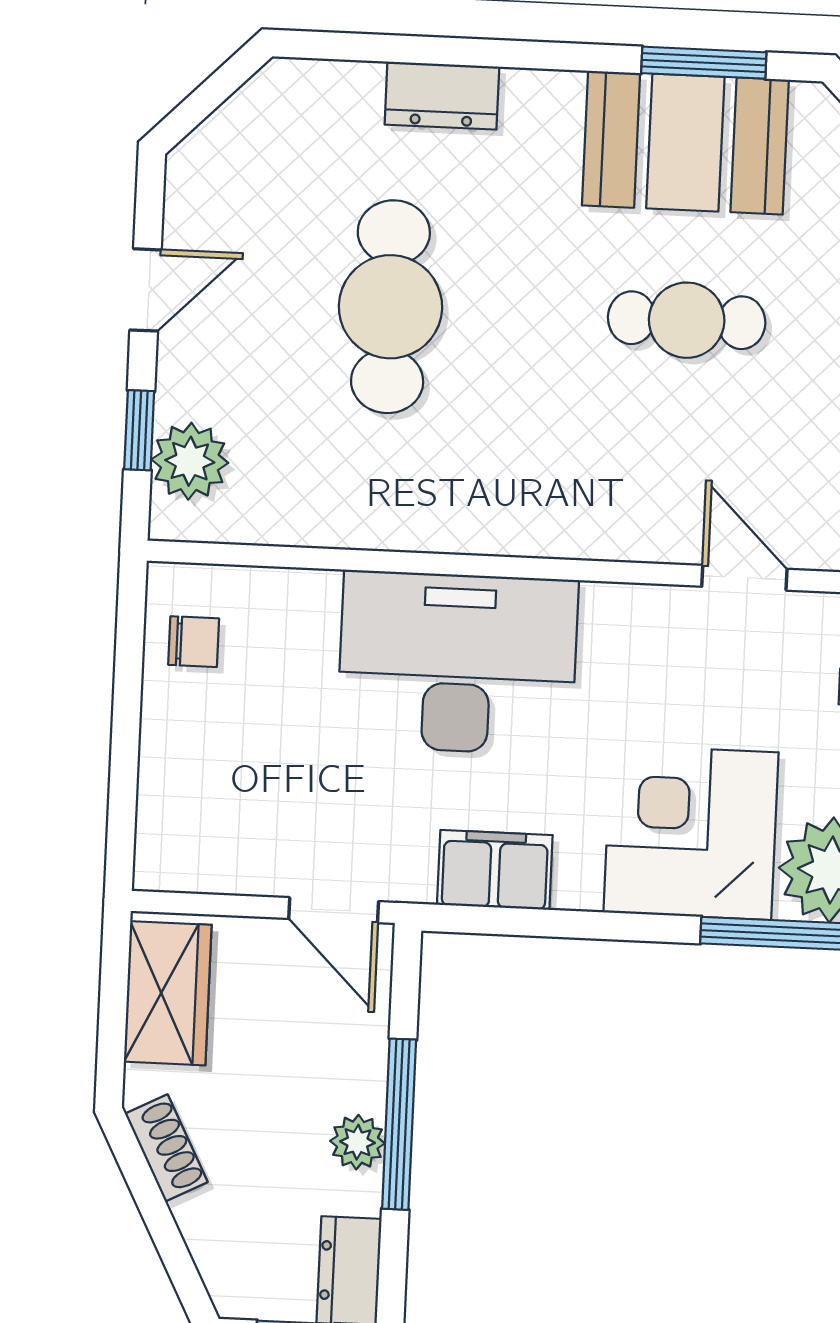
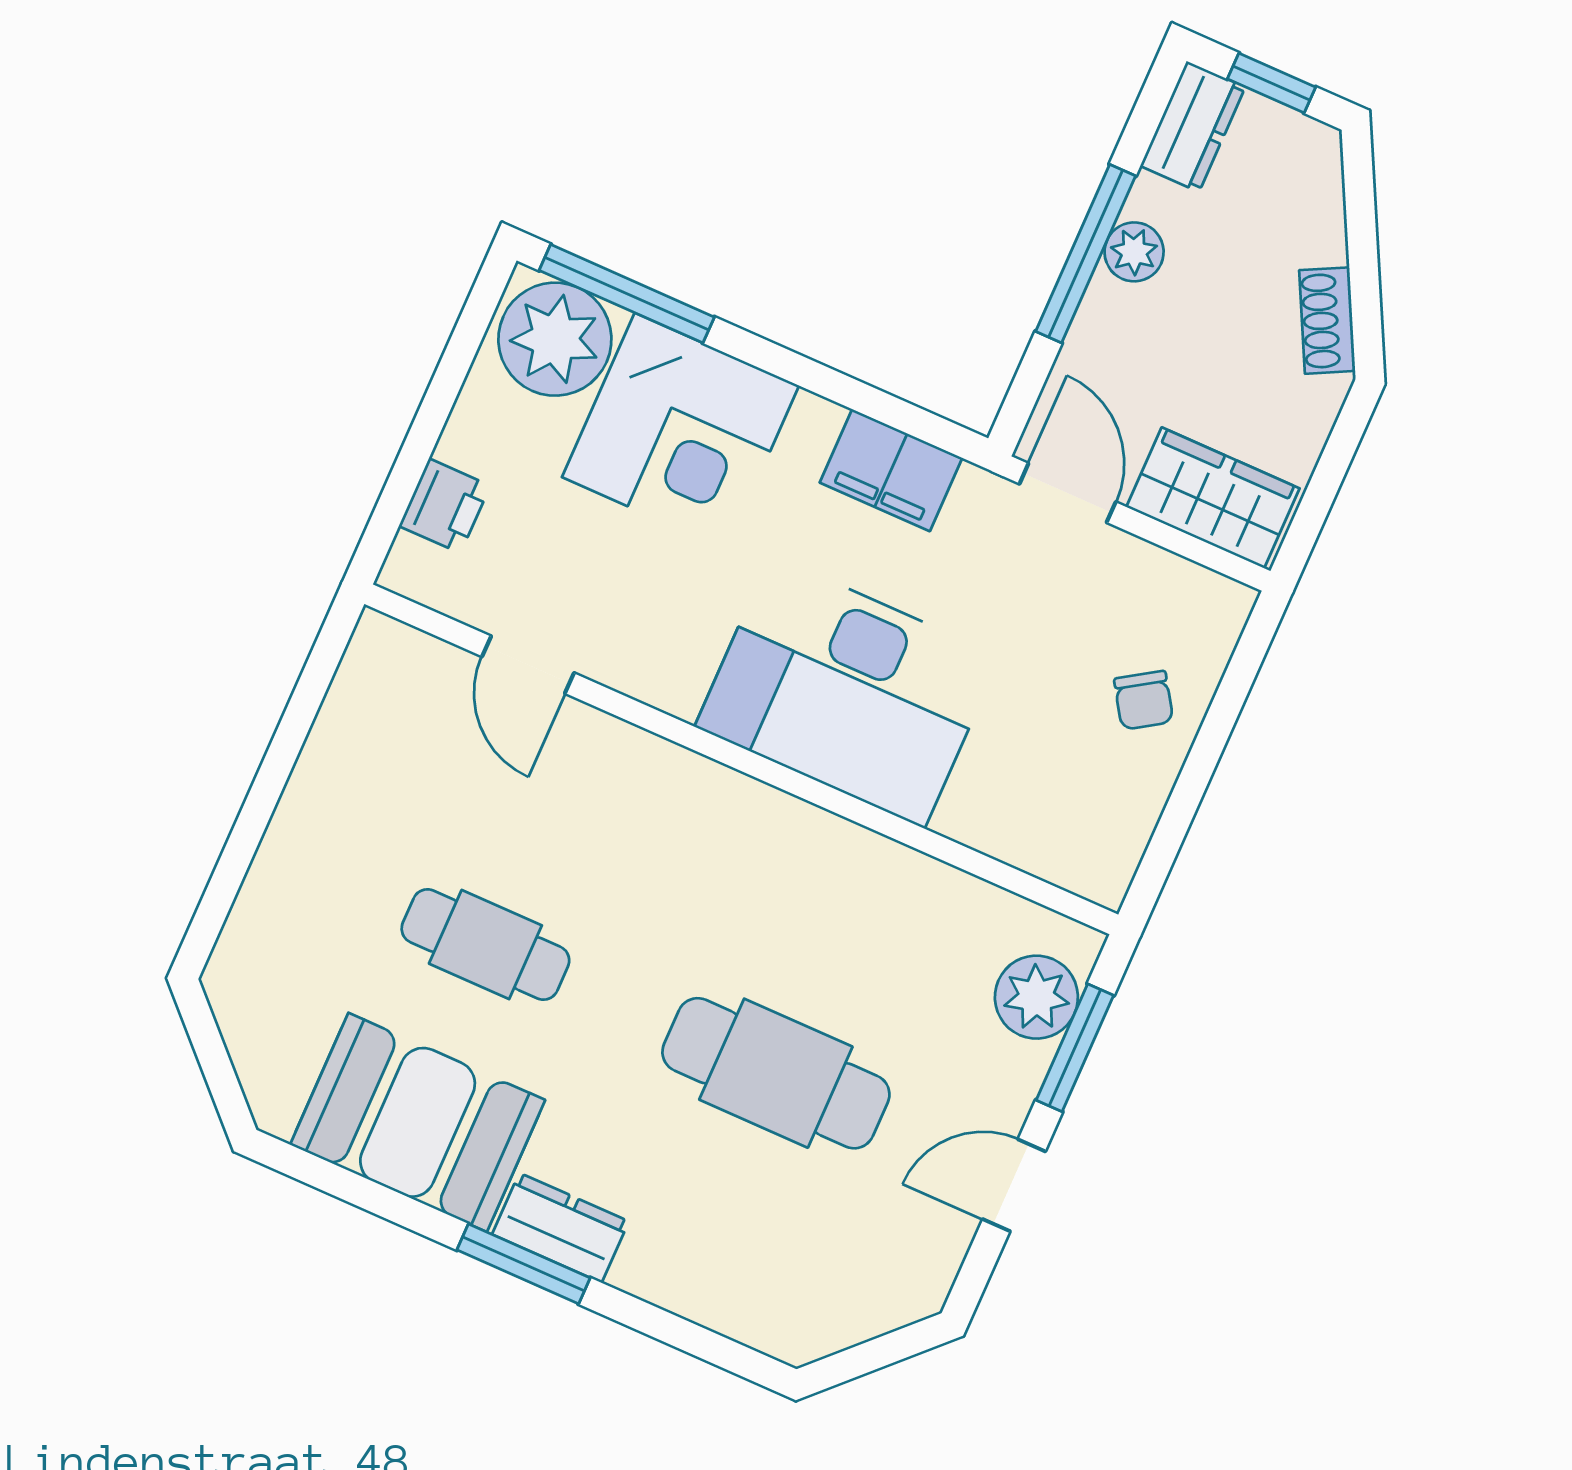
window: (704, 63) -> (524, 1264), moved
dresser: (442, 96) -> (561, 1228), moved
cafe table: (390, 307) -> (776, 1073), turned 90
window: (139, 430) -> (1075, 1048), width x1.50
chair: (194, 642) -> (1144, 700), moved, turned -123
wardrobe: (168, 993) -> (1213, 498), moved, turned 90

